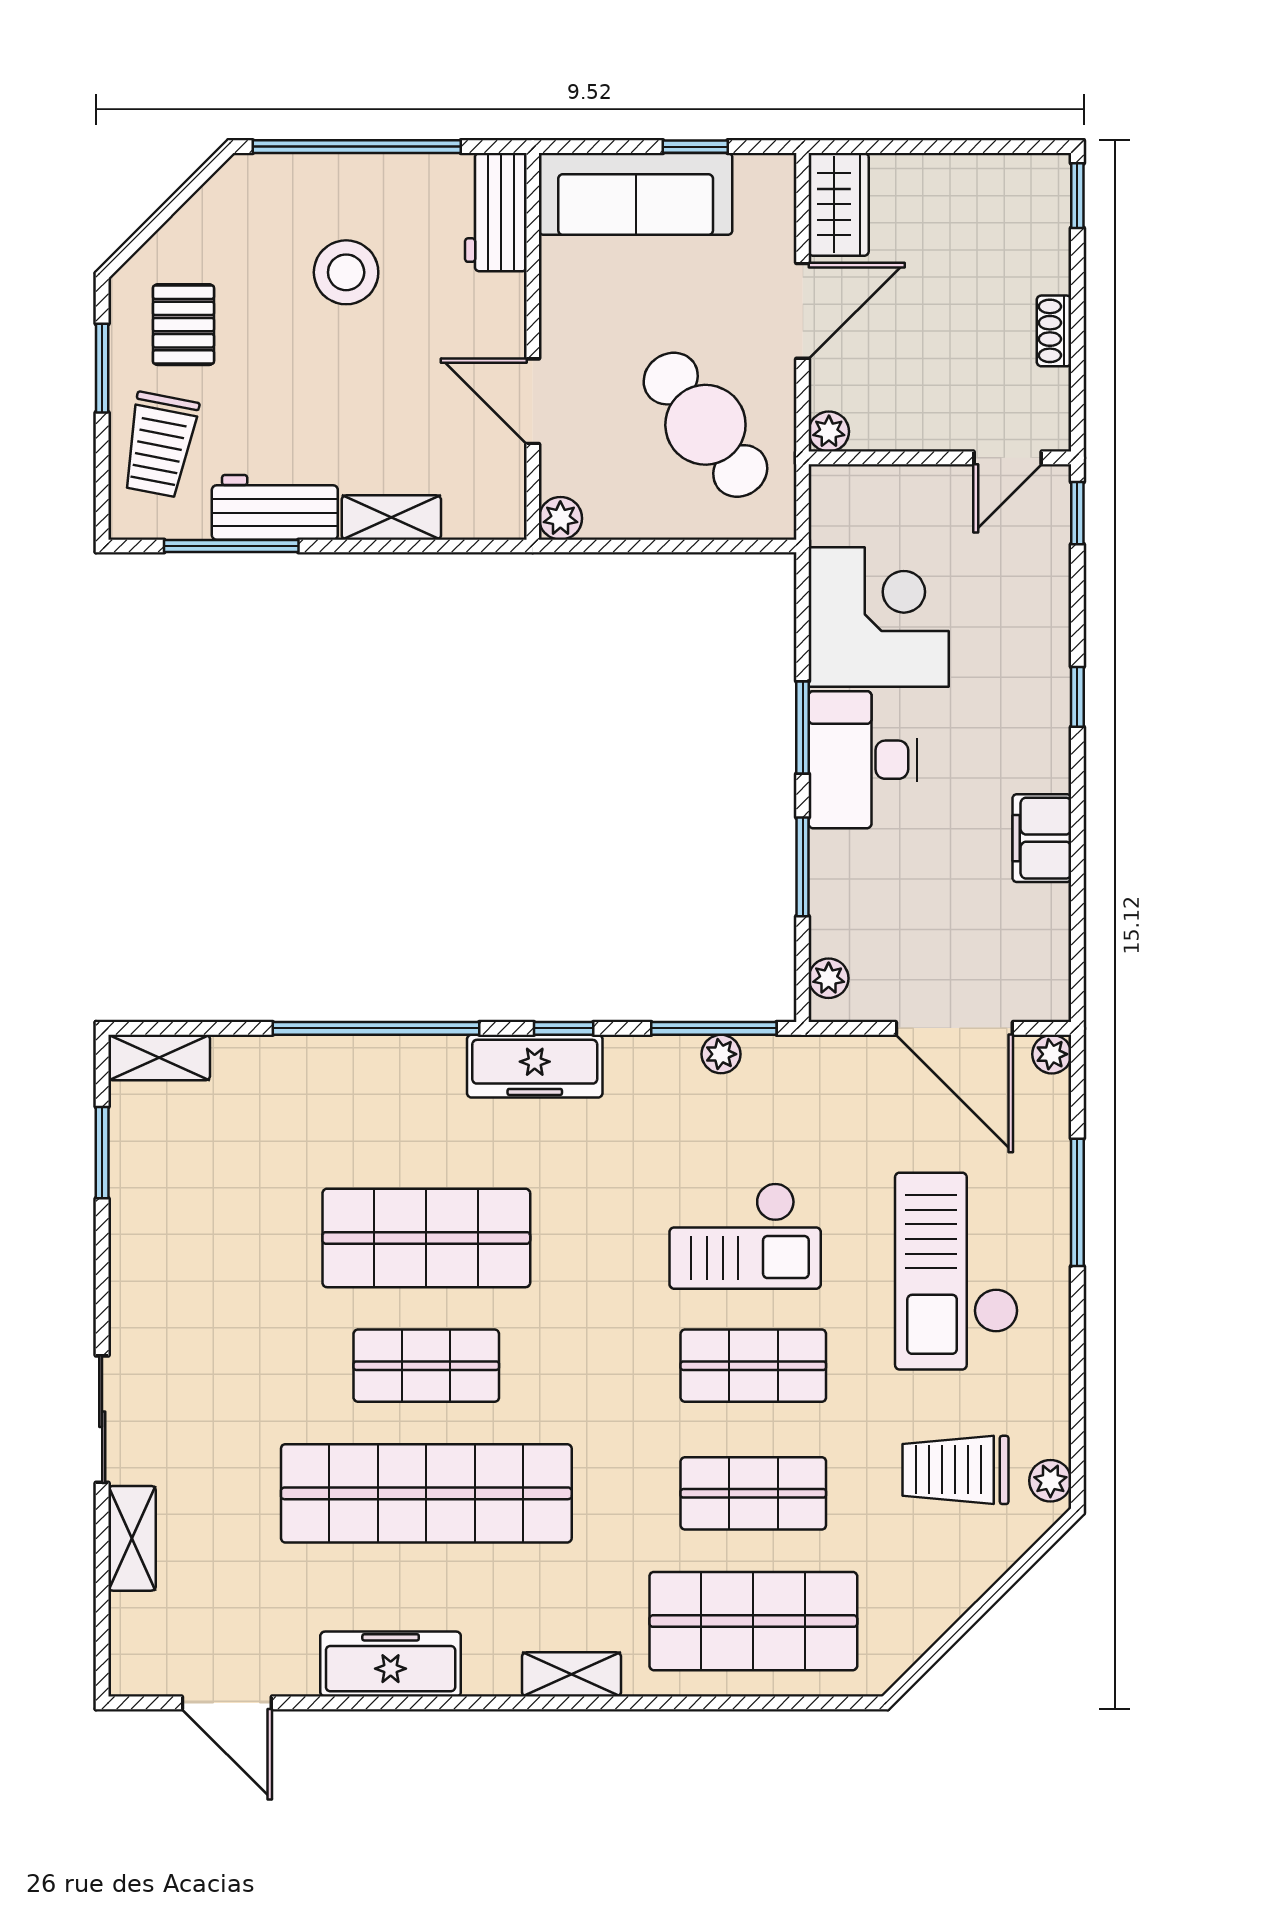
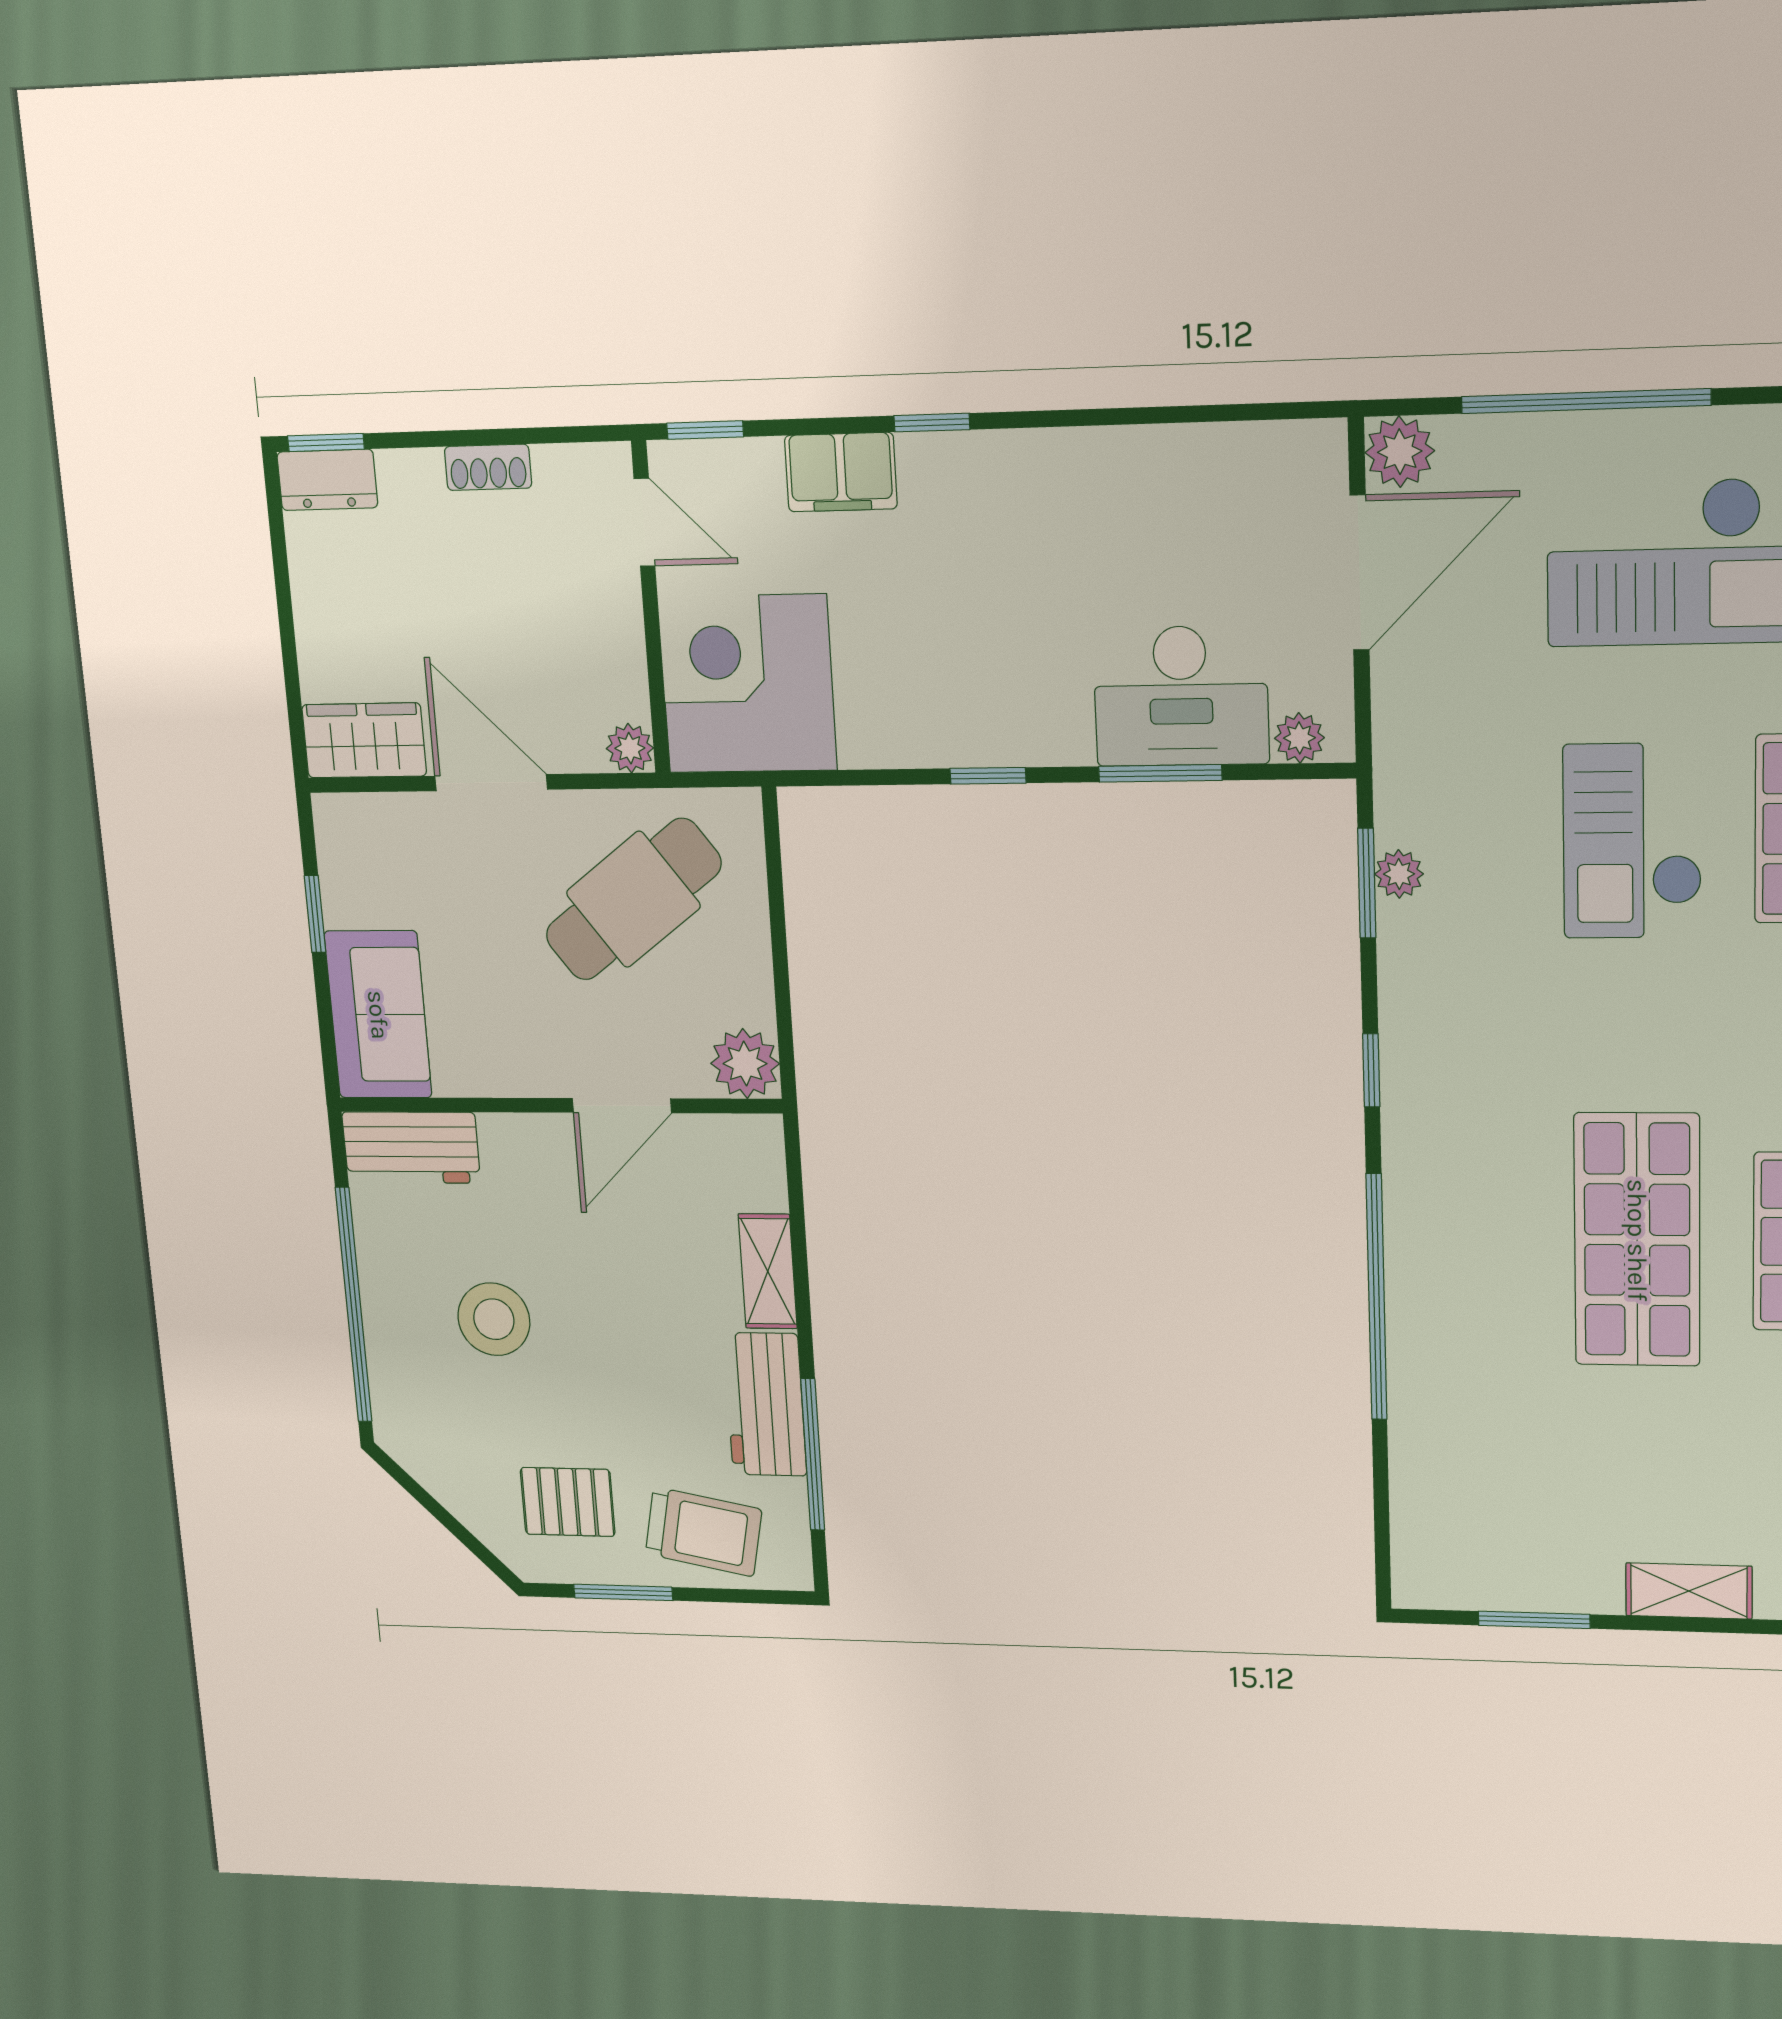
sofa: (636, 194) -> (378, 1015), width x0.73
dresser: (1048, 194) -> (327, 480), added
plant: (560, 518) -> (745, 1064), width x1.38, depth x1.38
corner desk: (879, 617) -> (748, 684), moved
window: (803, 727) -> (988, 776), width x0.67
desk: (863, 760) -> (1181, 696), moved
filing cabinet: (1042, 838) -> (841, 472), moved
window: (714, 1028) -> (1367, 883), width x0.69
plant: (1052, 1054) -> (1400, 452), width x1.38, depth x1.38
shelving: (159, 1058) -> (1689, 1591), moved, turned 90
freezer: (535, 1066) -> (1419, 1106), removed
window: (1077, 1202) -> (1586, 401), width x1.46
checkout: (745, 1236) -> (1632, 841), turned 180

